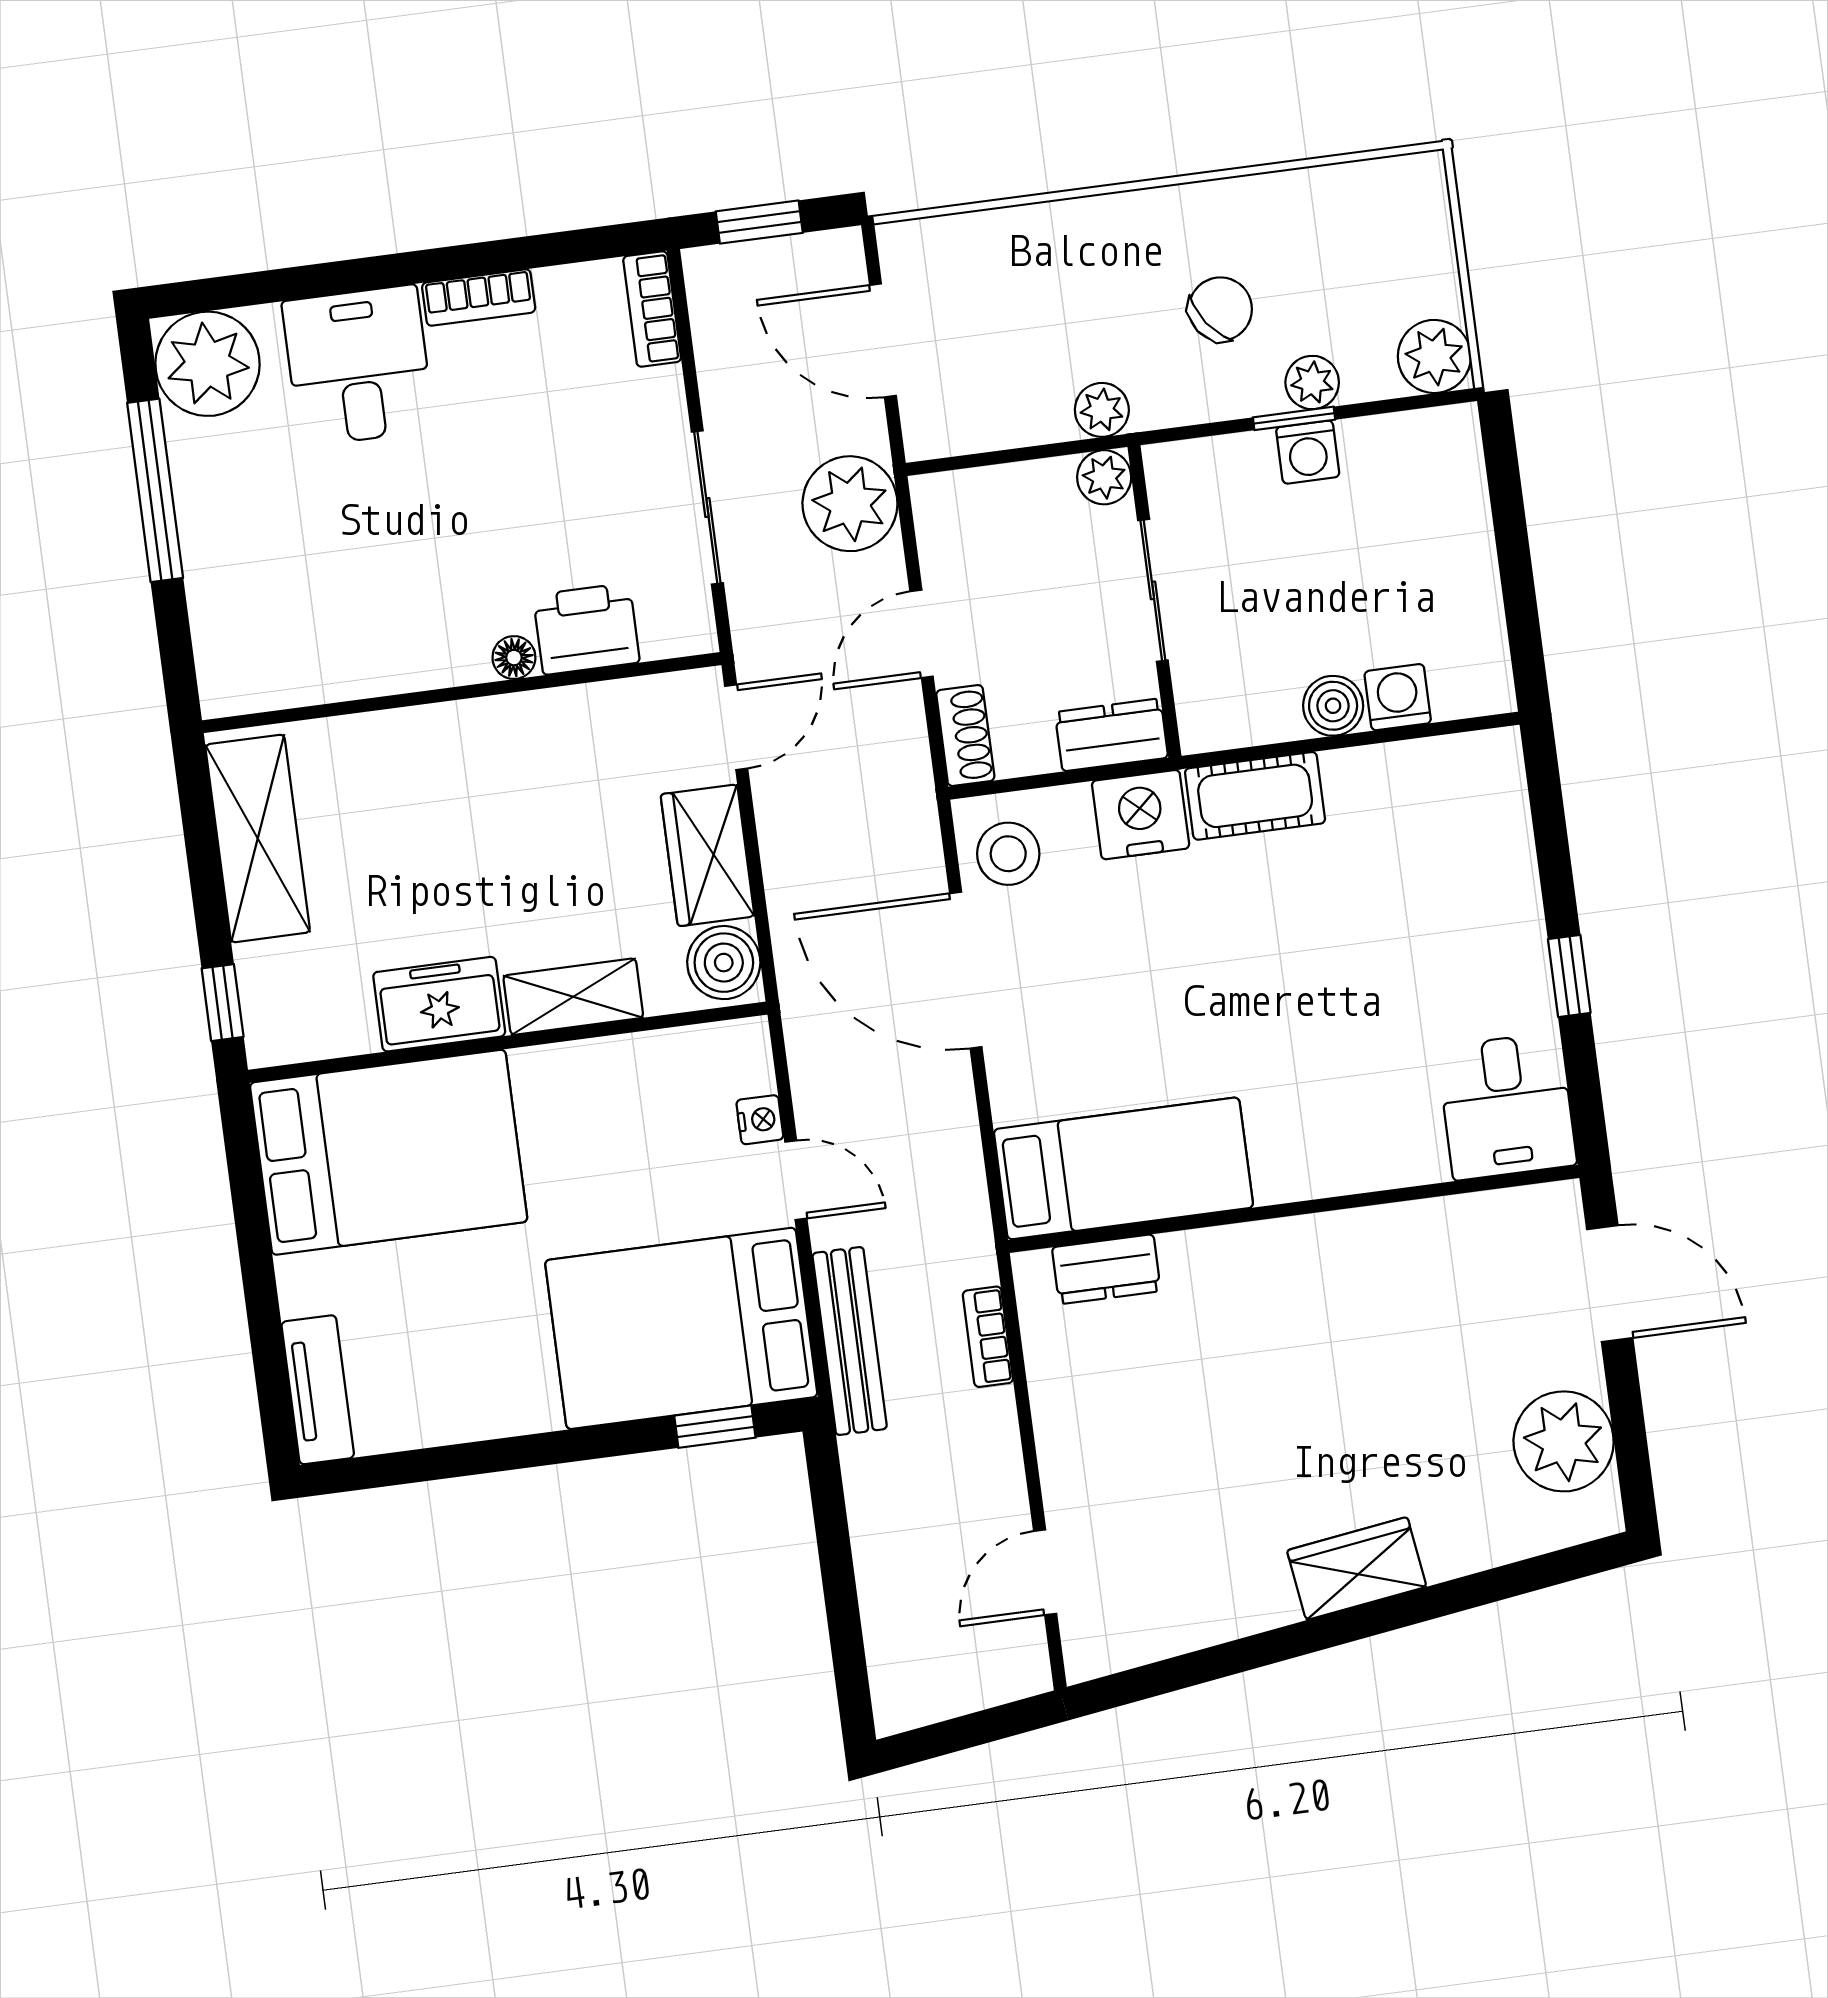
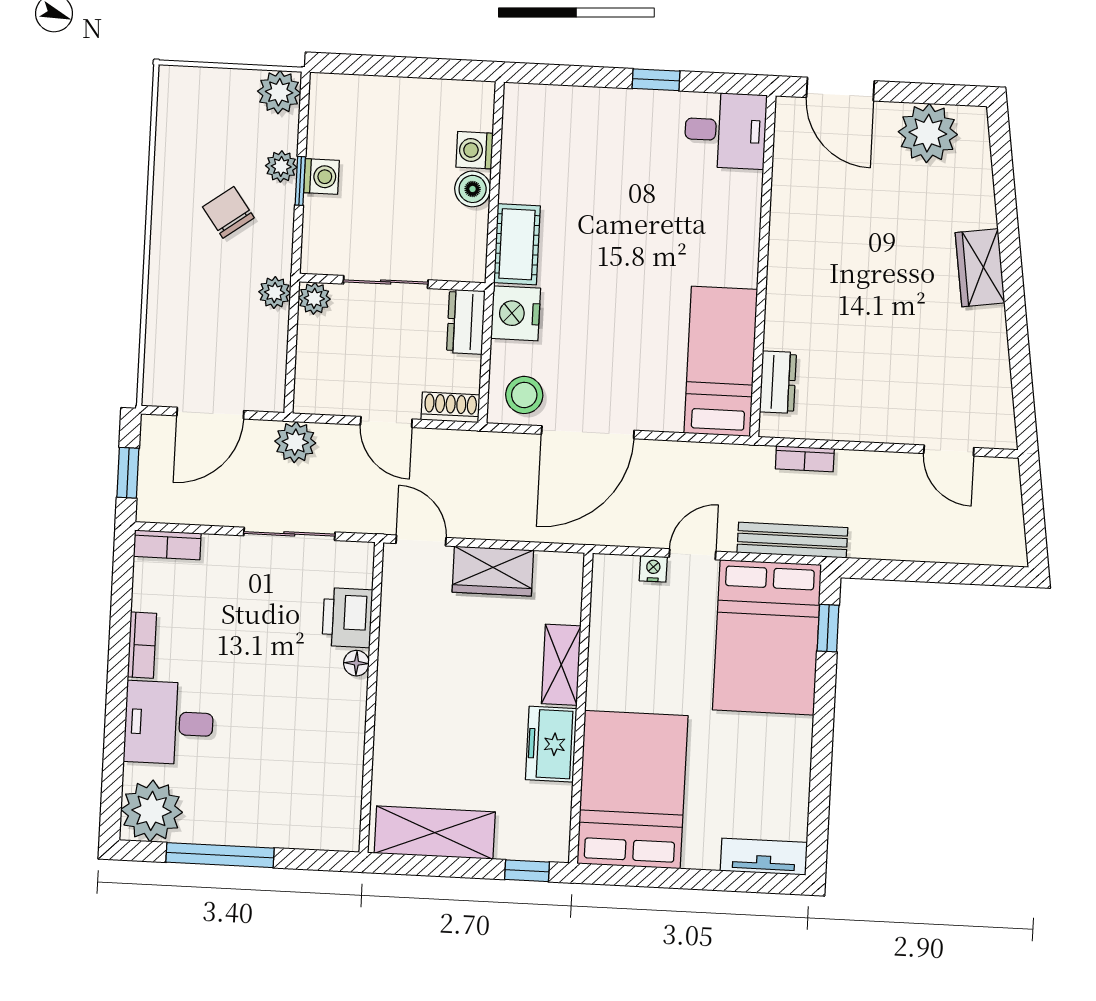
plant: (850, 504) -> (295, 442), width x0.73, depth x0.73
boiler: (724, 963) -> (557, 573), removed
door: (1610, 1284) -> (840, 89), swing flipped

